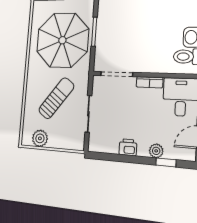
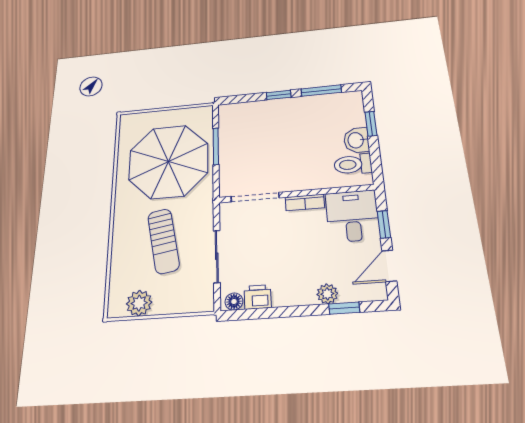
sun lounger: (56, 98) -> (163, 241), turned 133
floor lamp: (97, 147) -> (234, 302), added
printer: (128, 147) -> (258, 297), moved

